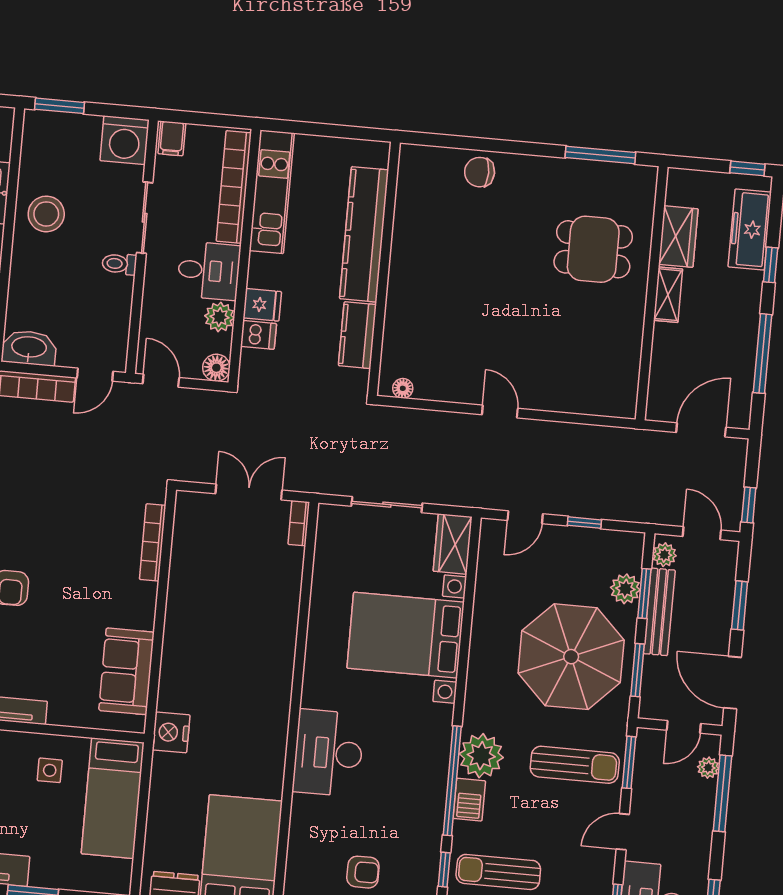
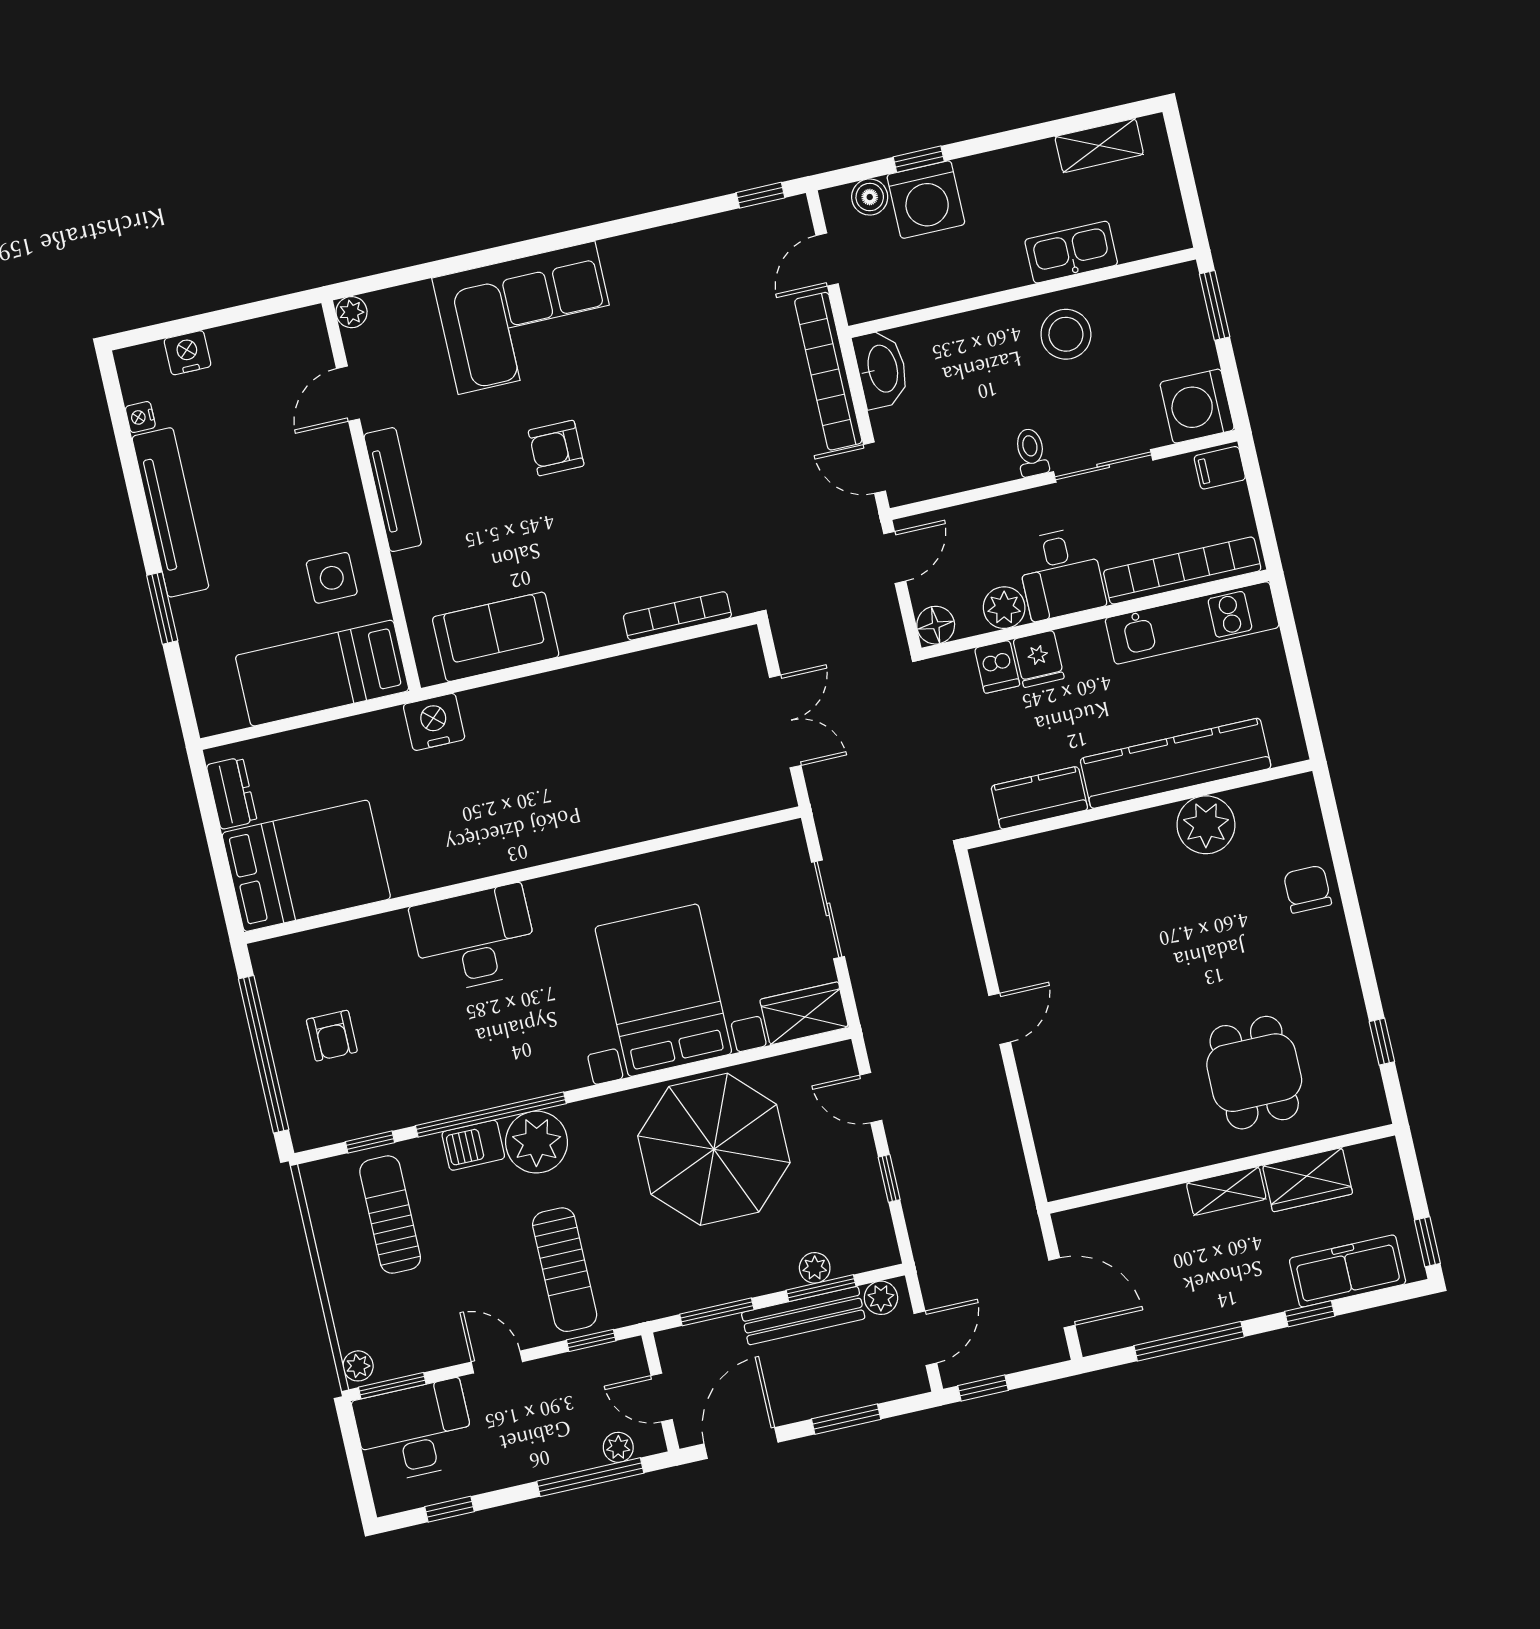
window: (600, 155) -> (1382, 1042), width x0.46
plant: (413, 227) -> (1206, 825), added
floor lamp: (403, 388) -> (989, 881), removed
bookcase: (299, 523) -> (766, 801), removed
plant: (625, 589) -> (815, 1268), width x0.73, depth x0.73
parasol: (571, 657) -> (714, 1149), moved
window: (629, 762) -> (591, 1340), width x0.67
side table: (50, 770) -> (332, 578), width x1.37, depth x1.37

